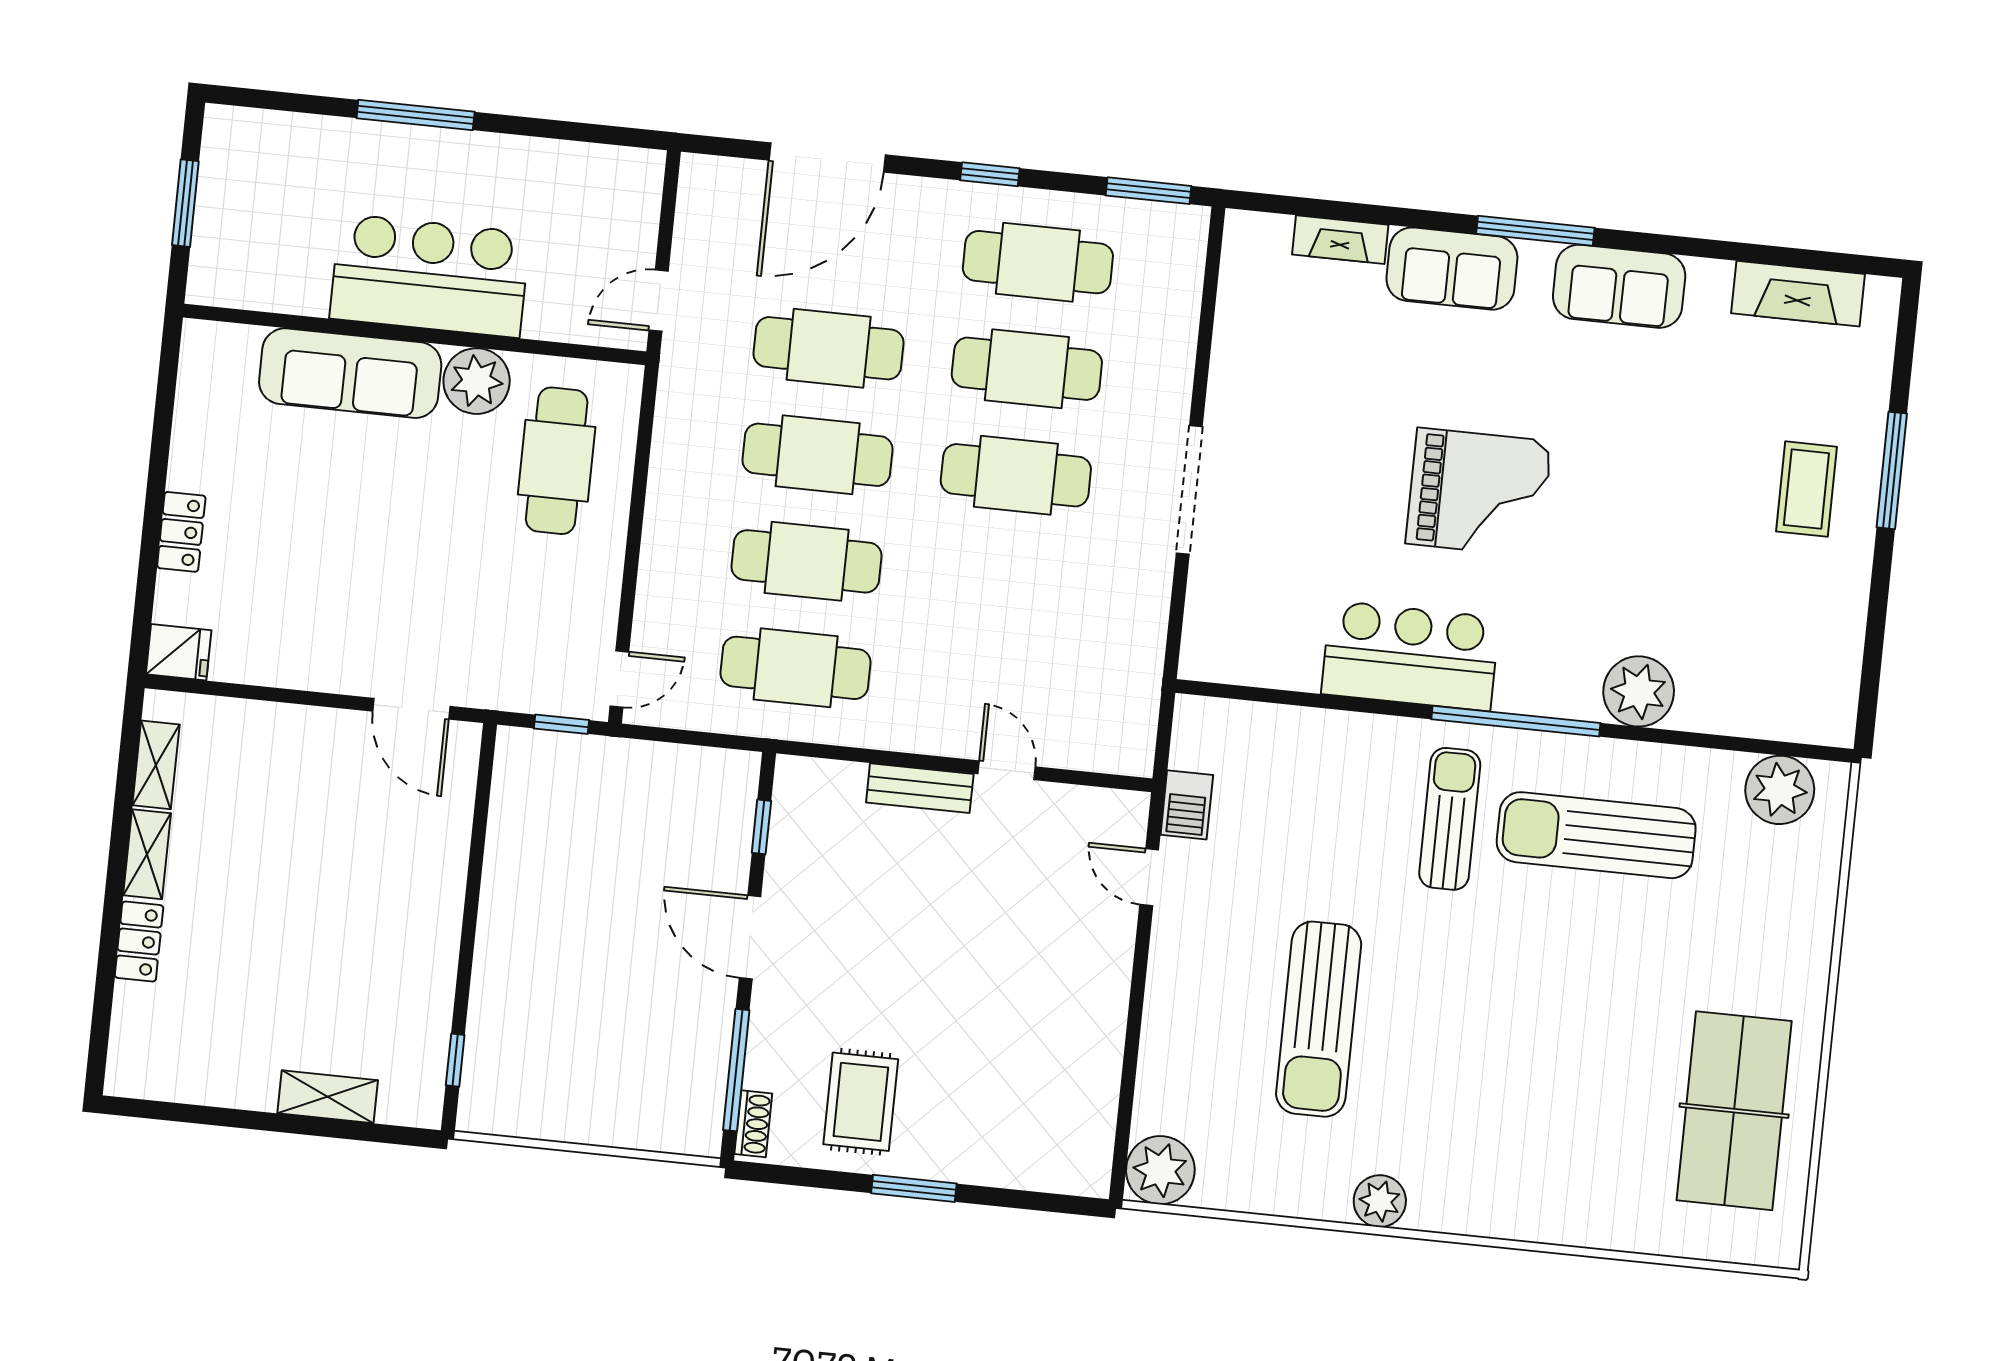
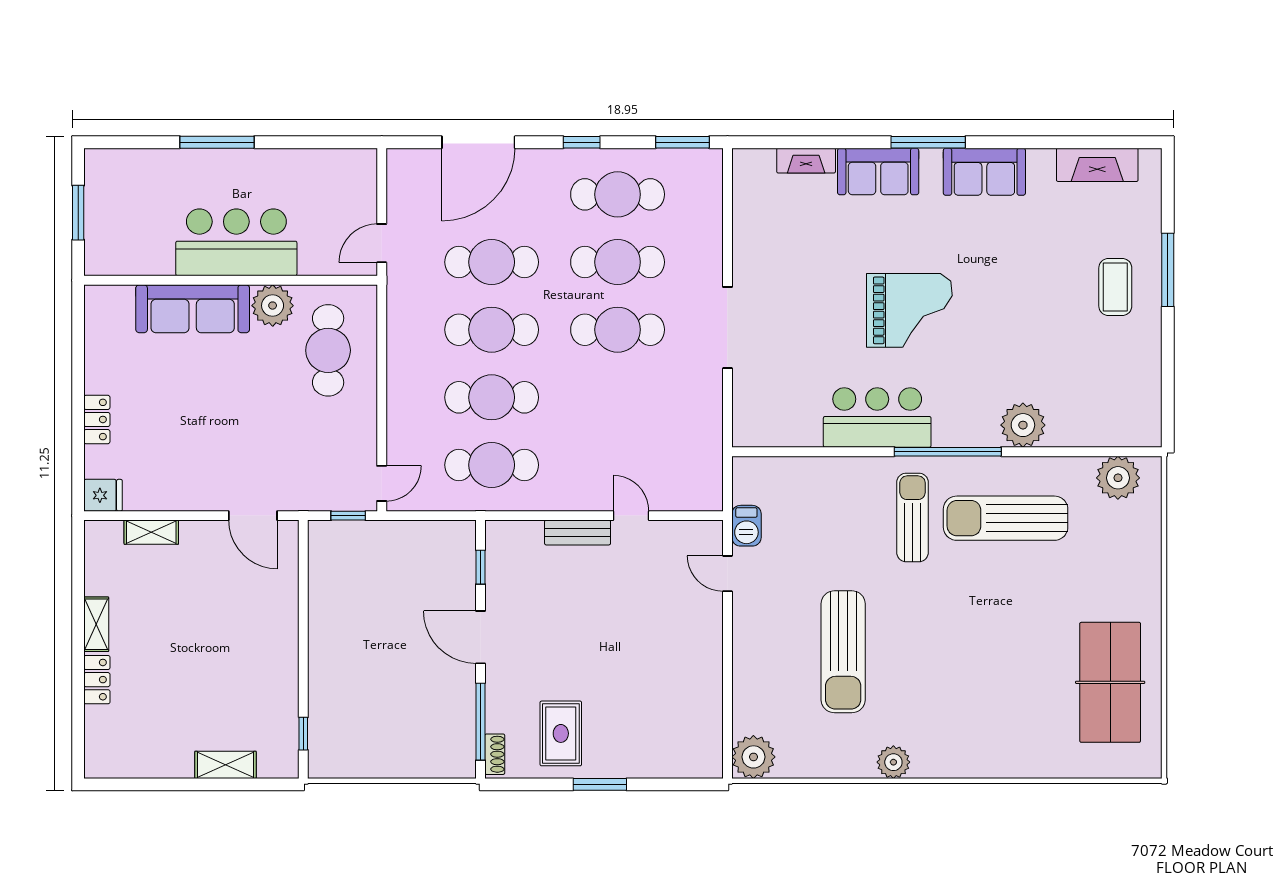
shelving: (156, 765) -> (151, 532), moved, turned 90

